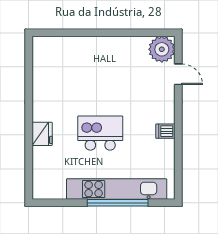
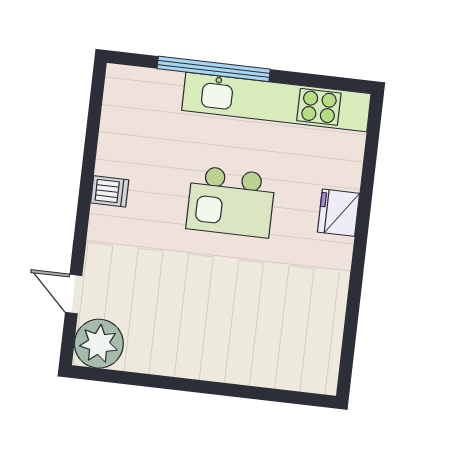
kitchen unit: (117, 189) -> (276, 102), moved

